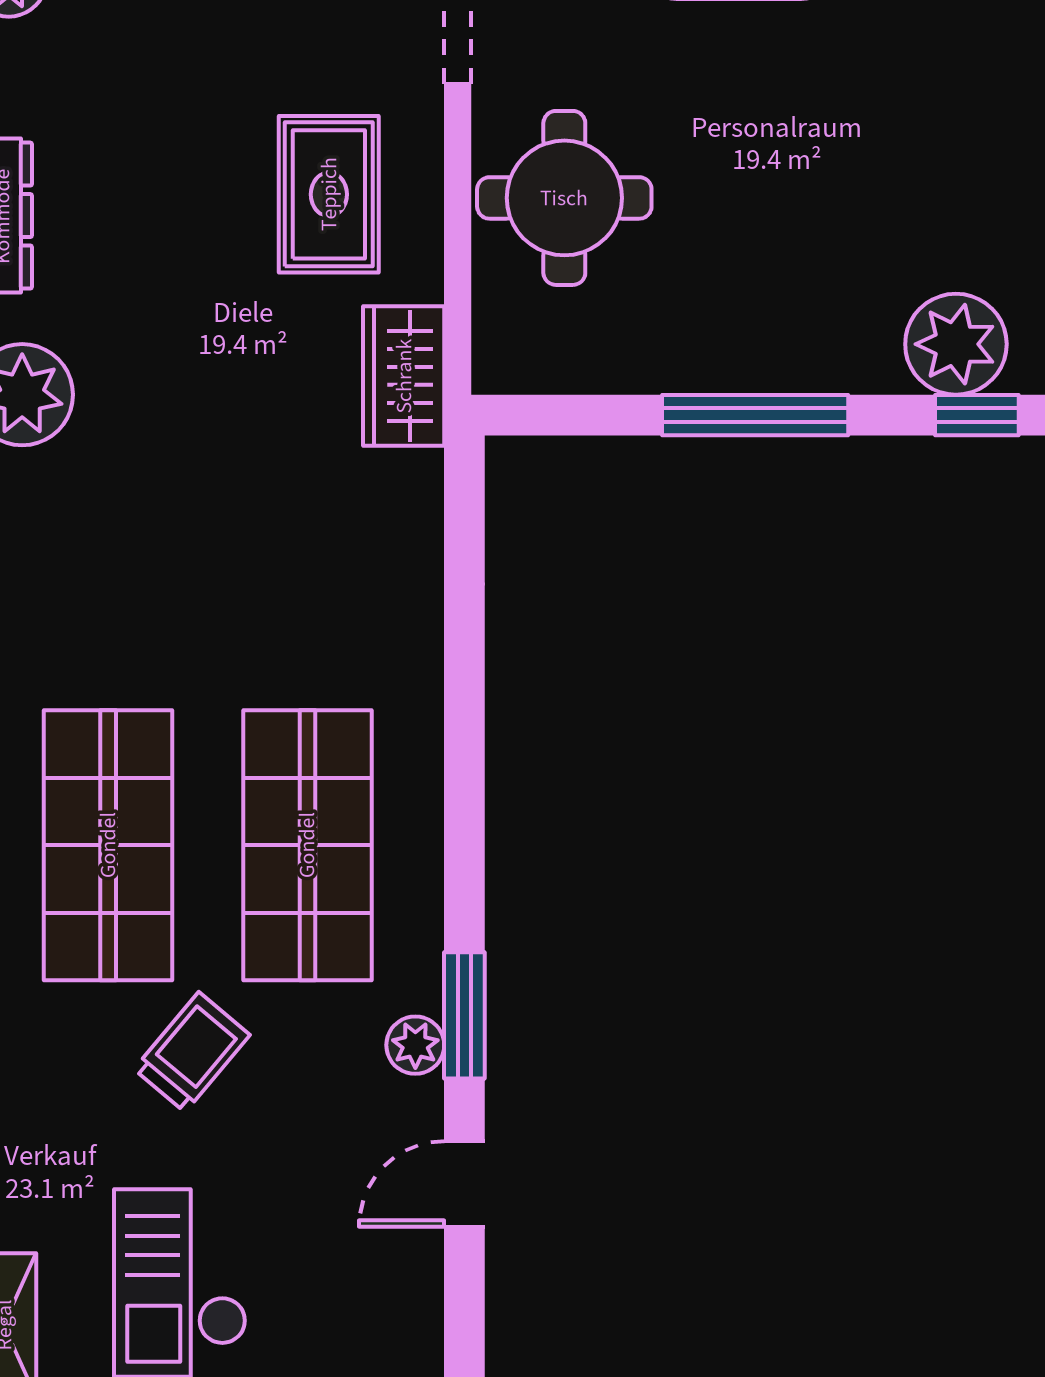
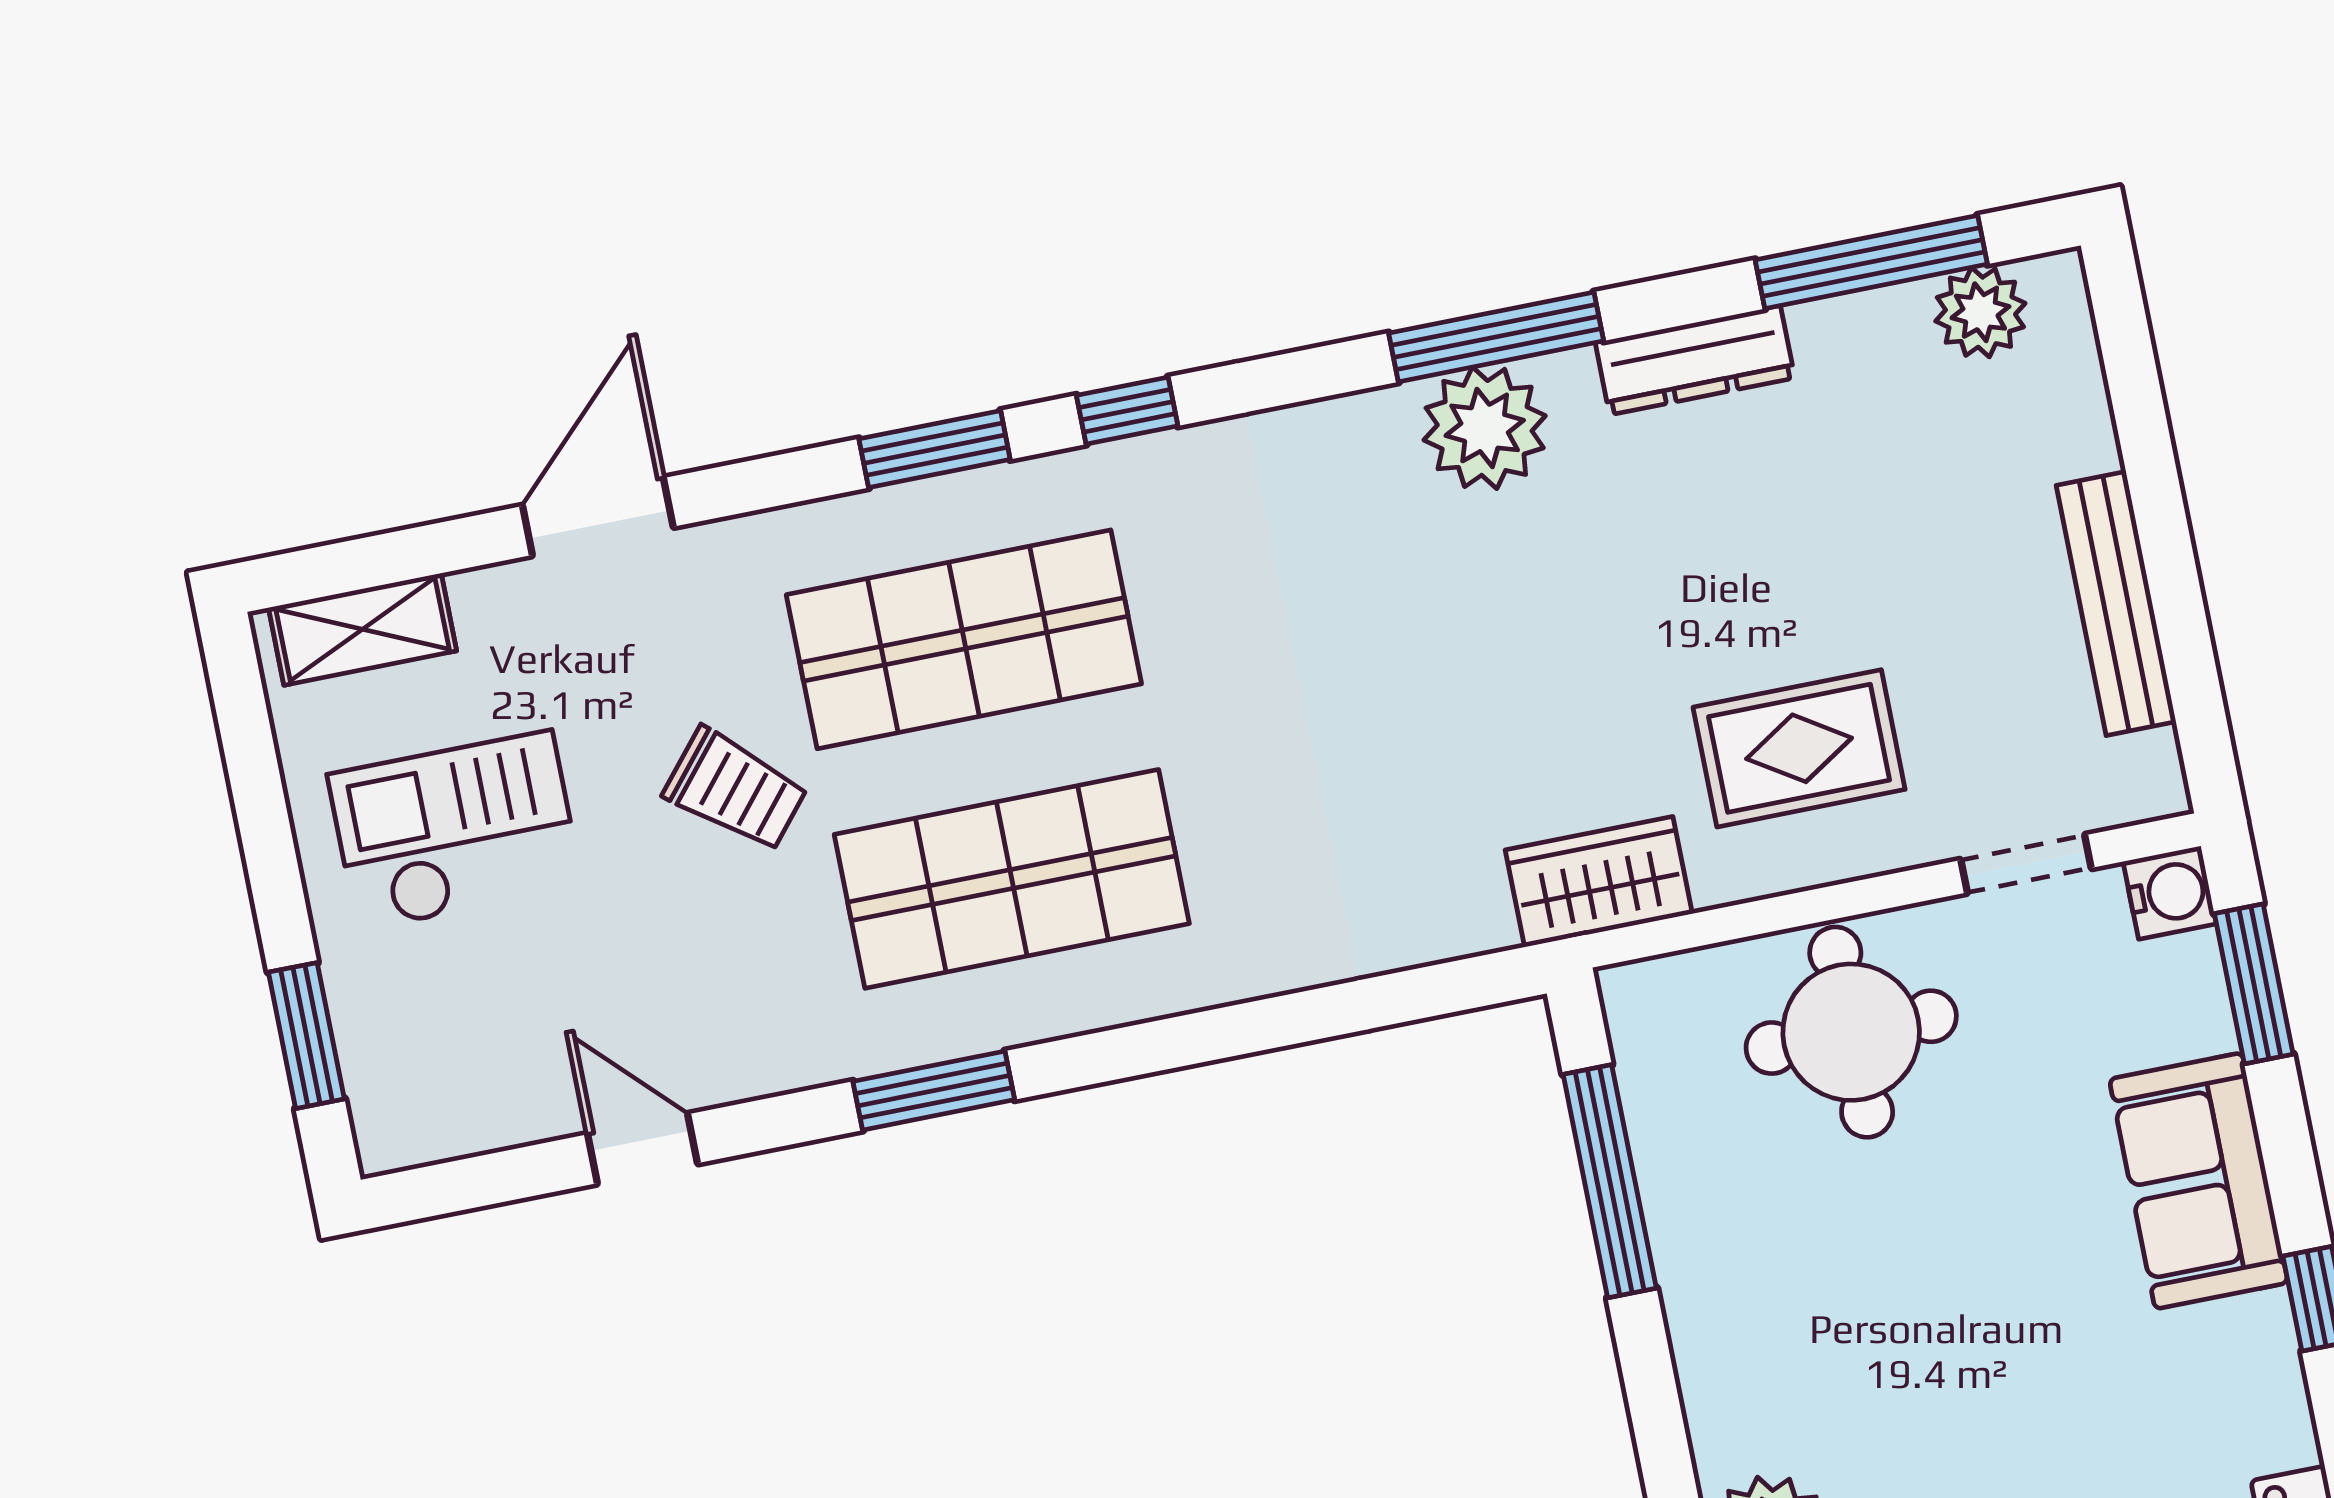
window: (755, 415) -> (1610, 1181), moved
window: (464, 1015) -> (934, 1091), moved
plant: (415, 1045) -> (798, 1057), removed

